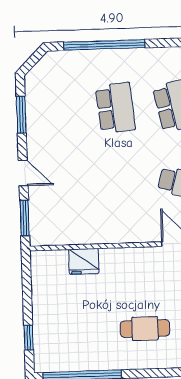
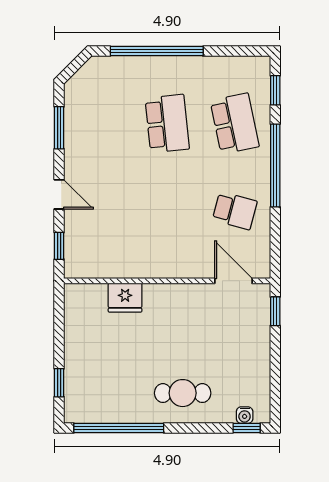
window: (25, 218) -> (59, 246), width x0.67
cafe table: (145, 329) -> (183, 393), moved

